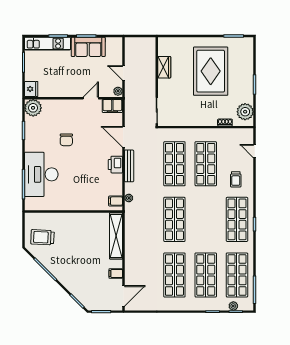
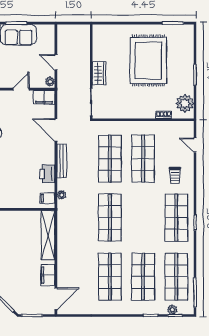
wardrobe: (164, 67) -> (99, 73), moved
printer: (115, 165) -> (47, 174), moved
filing cabinet: (116, 274) -> (48, 275), width x2.00

